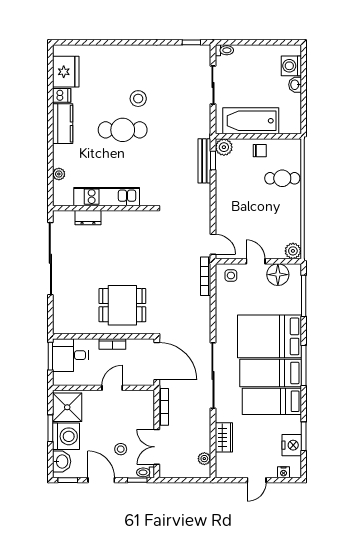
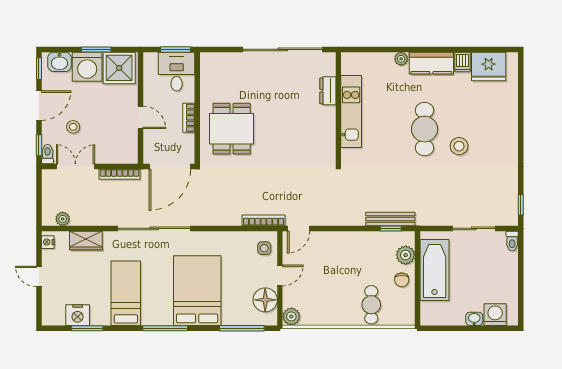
plant: (224, 147) -> (406, 255), moved
plant: (59, 174) -> (401, 59), moved
bed: (271, 373) -> (157, 292), removed
nightstand: (284, 472) -> (48, 242), moved

